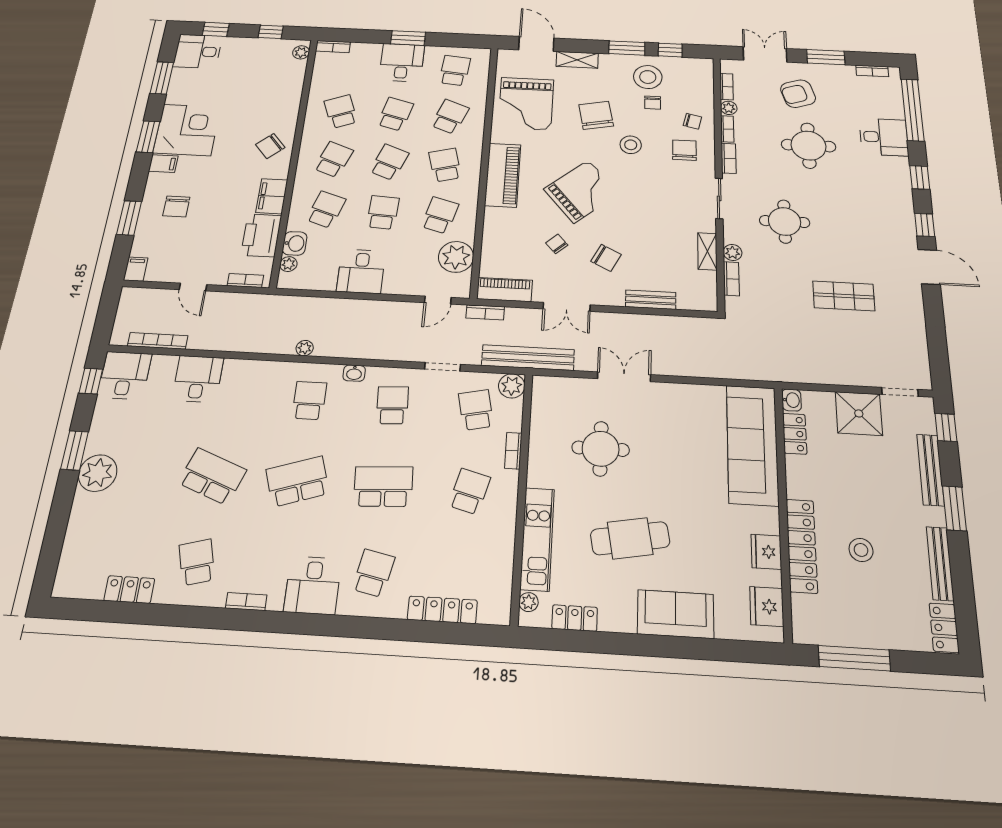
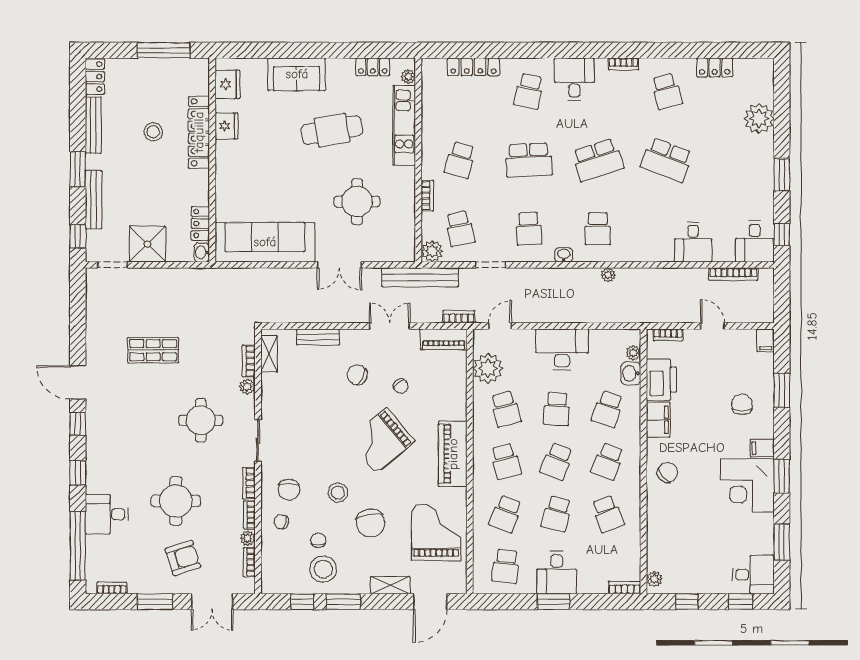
door: (536, 44) -> (430, 602), hinge flipped
school desk: (440, 215) -> (506, 409), turned -30
shelving: (707, 251) -> (269, 354), moved
desk: (361, 271) -> (562, 349), width x1.37
sofa: (752, 445) -> (265, 242), moved, turned -90
plant: (98, 473) -> (759, 119), moved

